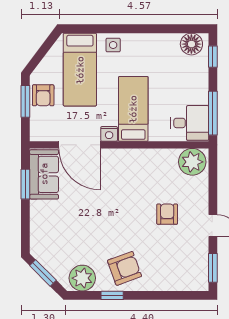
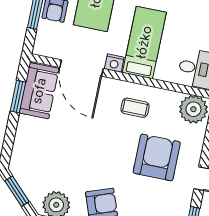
coffee table: (137, 172) -> (135, 108), added
armchair: (167, 214) -> (157, 157), width x1.88, depth x1.88

